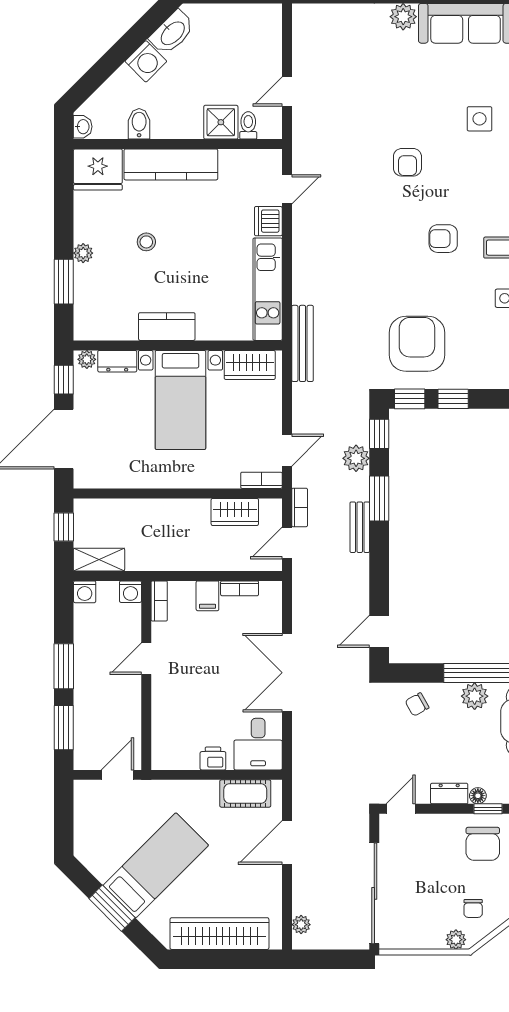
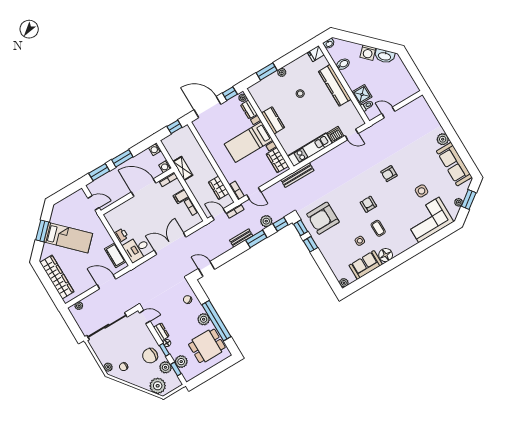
fridge: (98, 170) -> (316, 54), width x0.53, depth x0.75
armchair: (417, 344) -> (323, 218), turned 180
shelving: (99, 560) -> (183, 168), moved
door: (146, 659) -> (144, 188), width x1.88

